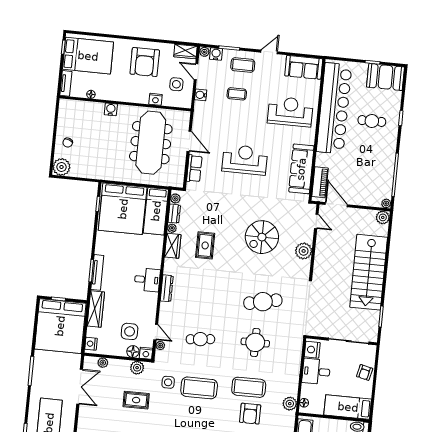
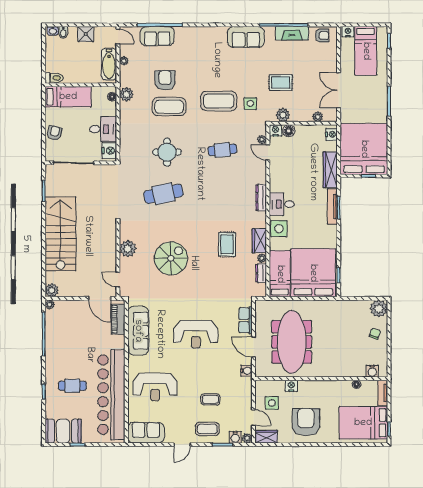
water cooler: (201, 95) -> (246, 371), moved
water cooler: (111, 109) -> (372, 371), moved
plant: (175, 198) -> (261, 288), removed
side table: (130, 331) -> (279, 229), moved

